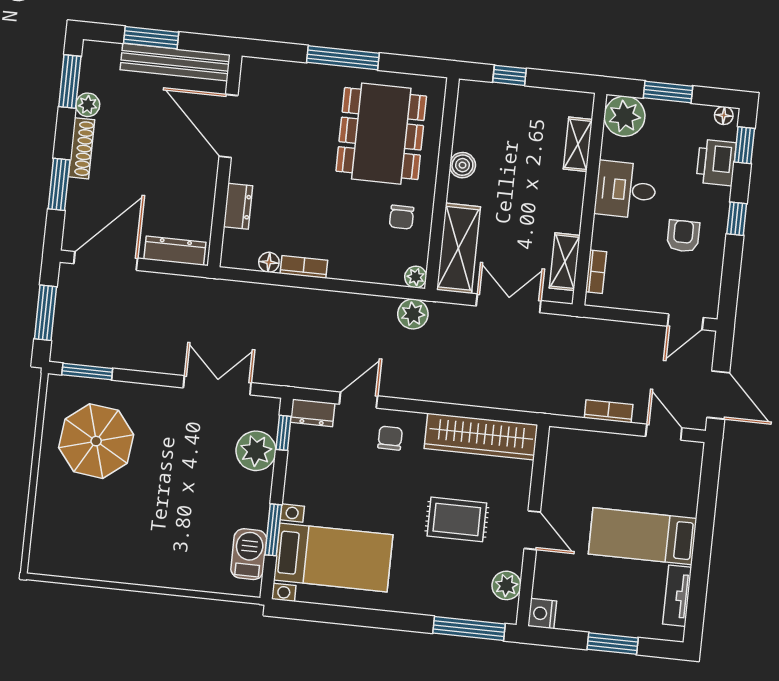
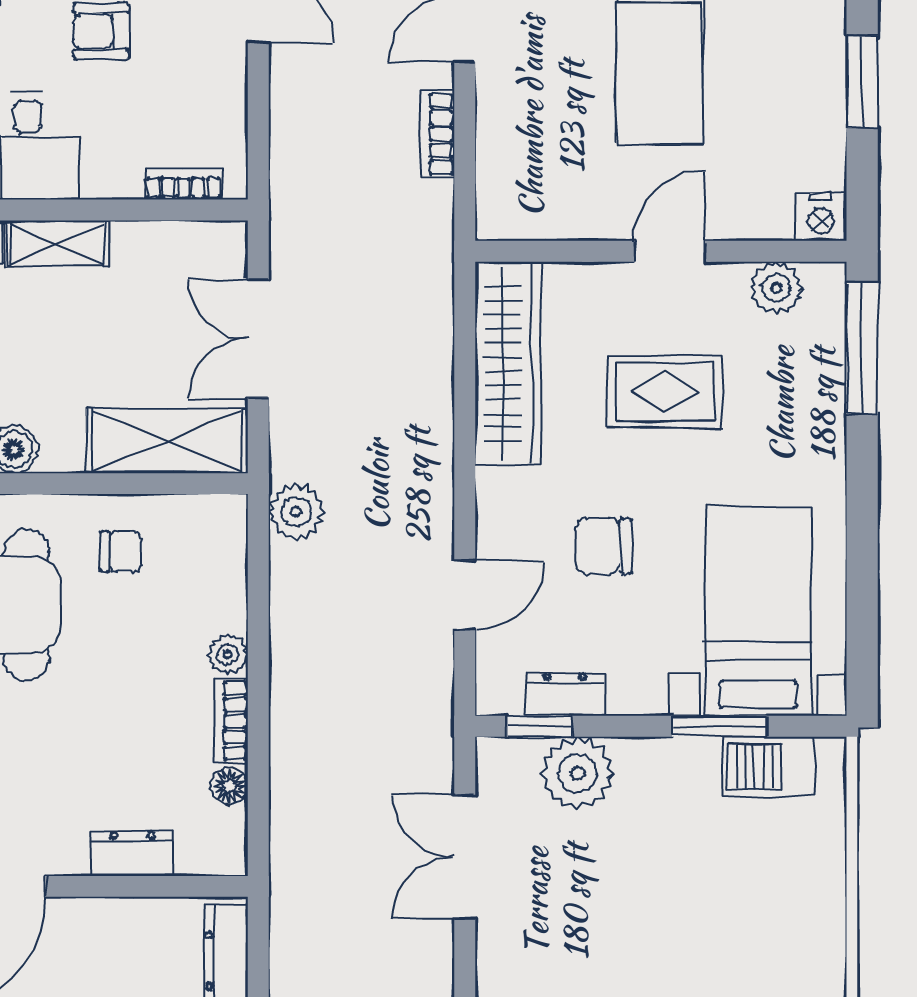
shelving: (565, 262) -> (57, 243), moved
plant: (416, 277) -> (228, 654), moved
door: (358, 400) -> (465, 595), swing flipped
dresser: (313, 413) -> (565, 694), moved, turned -90
chair: (390, 438) -> (604, 546), moved, width x1.37, depth x1.37
rug: (457, 519) -> (665, 392), turned 90

